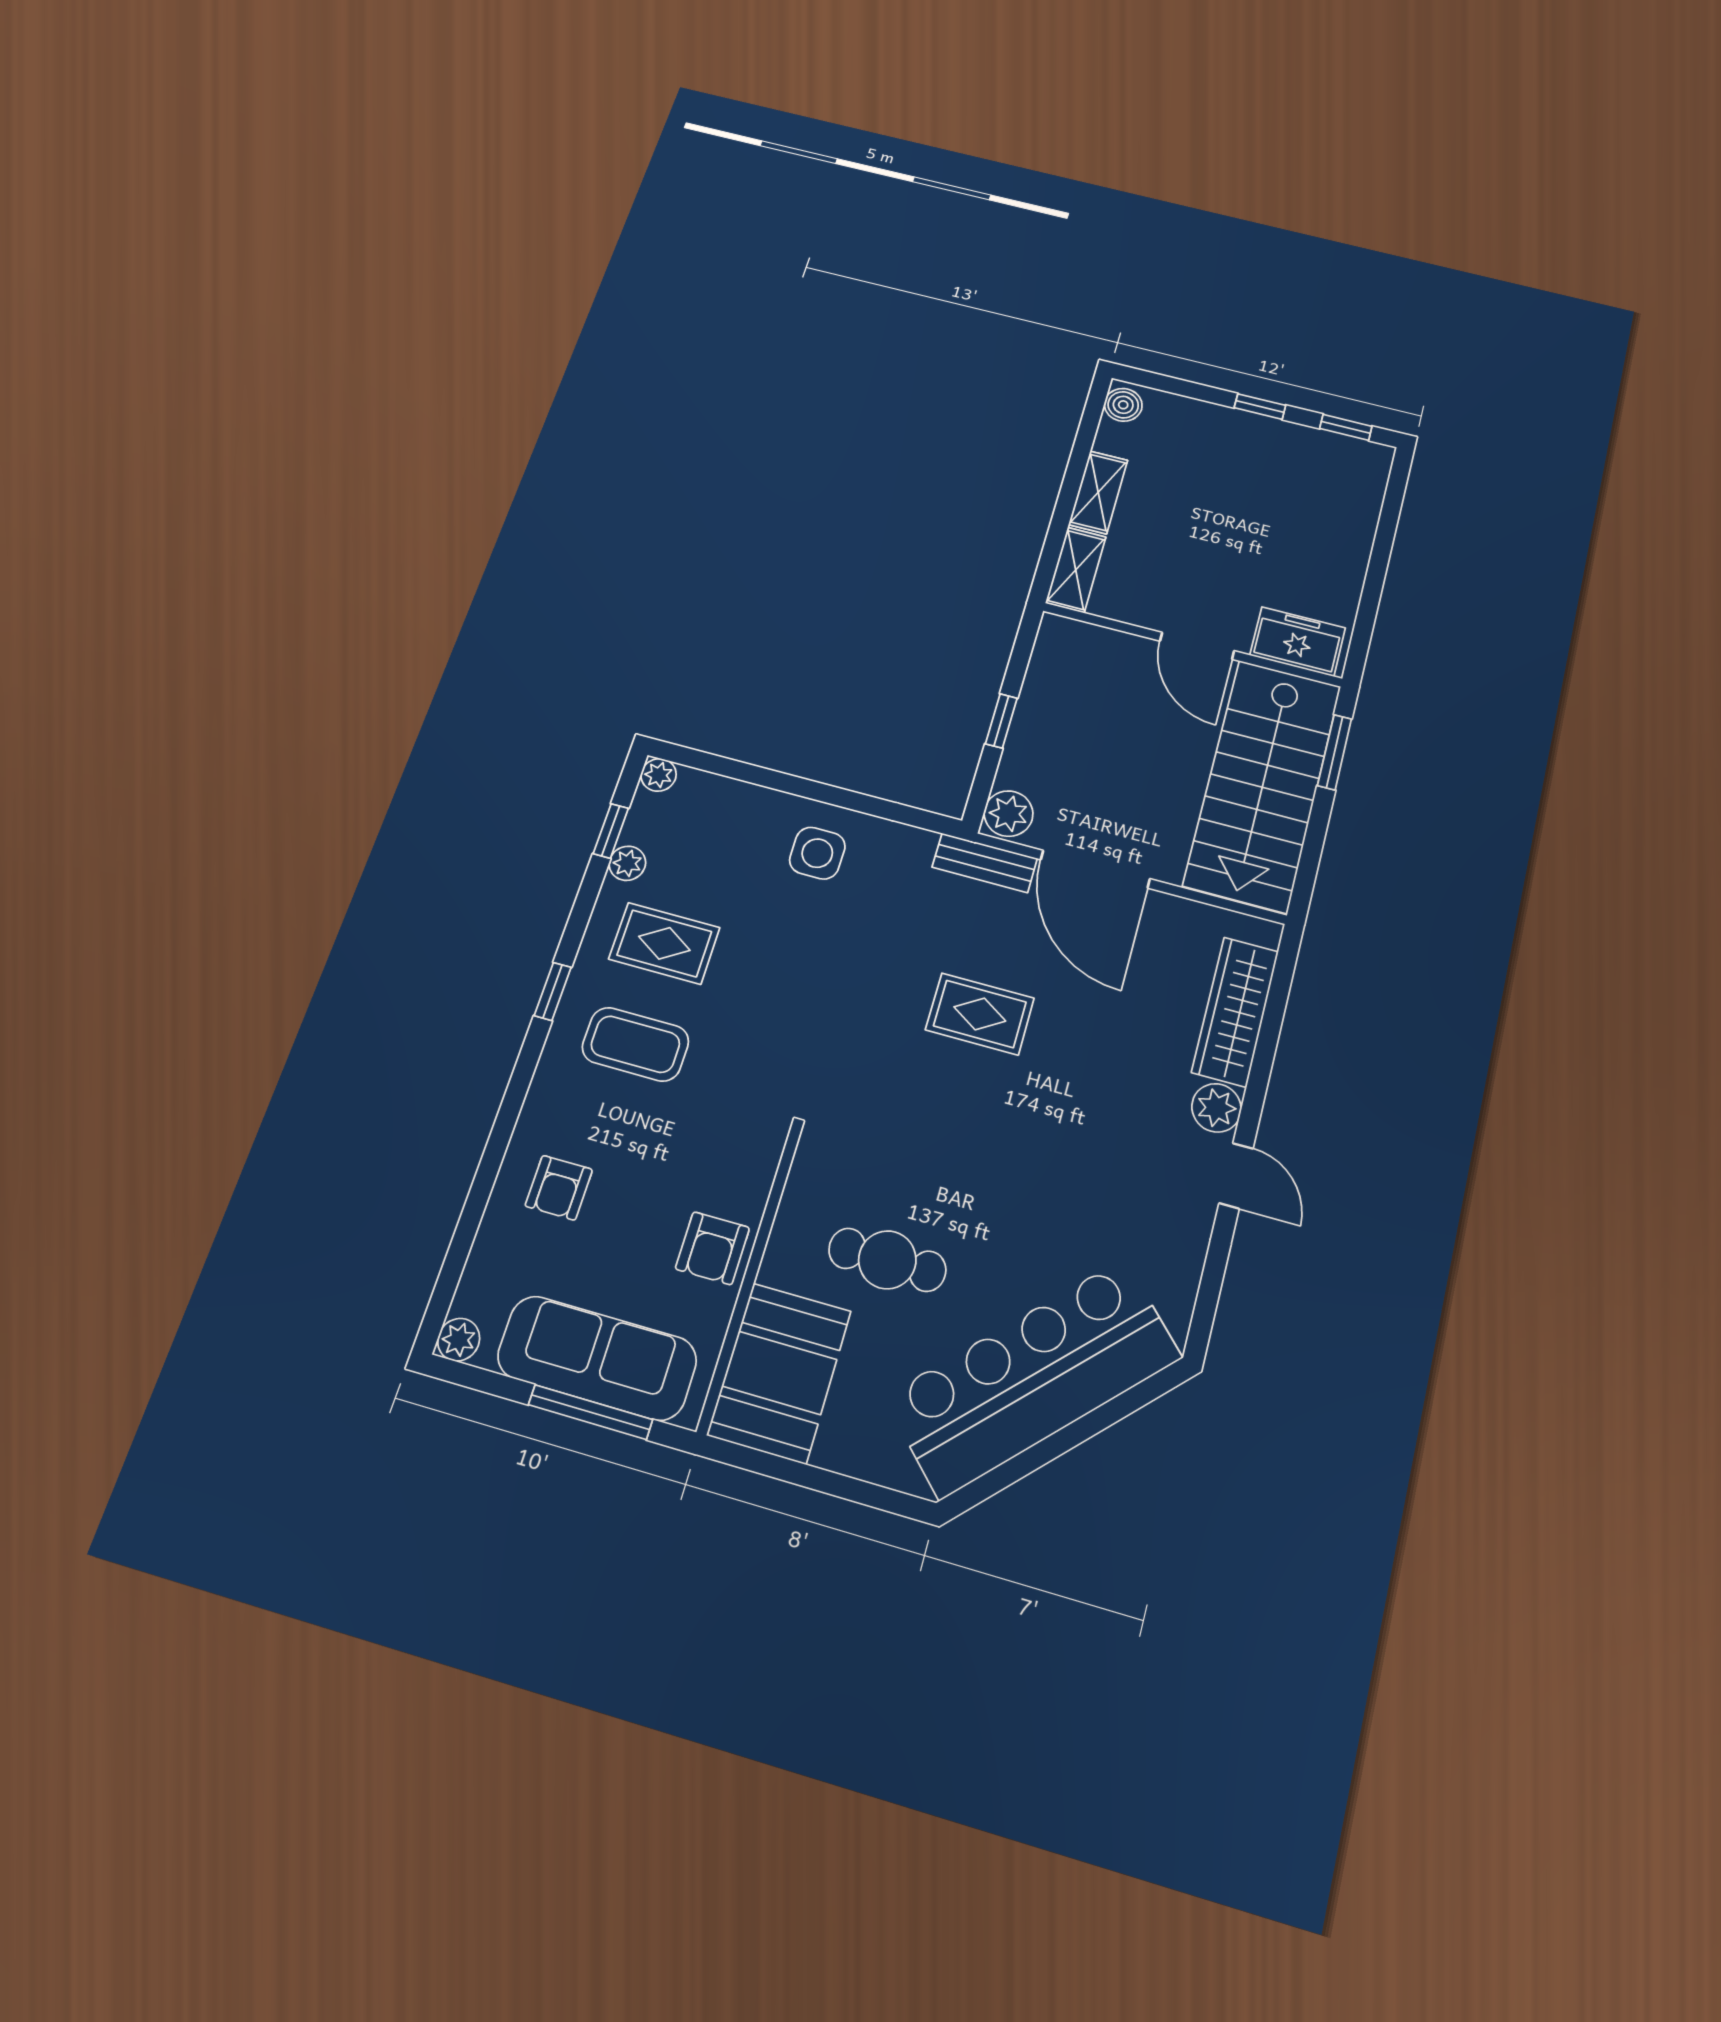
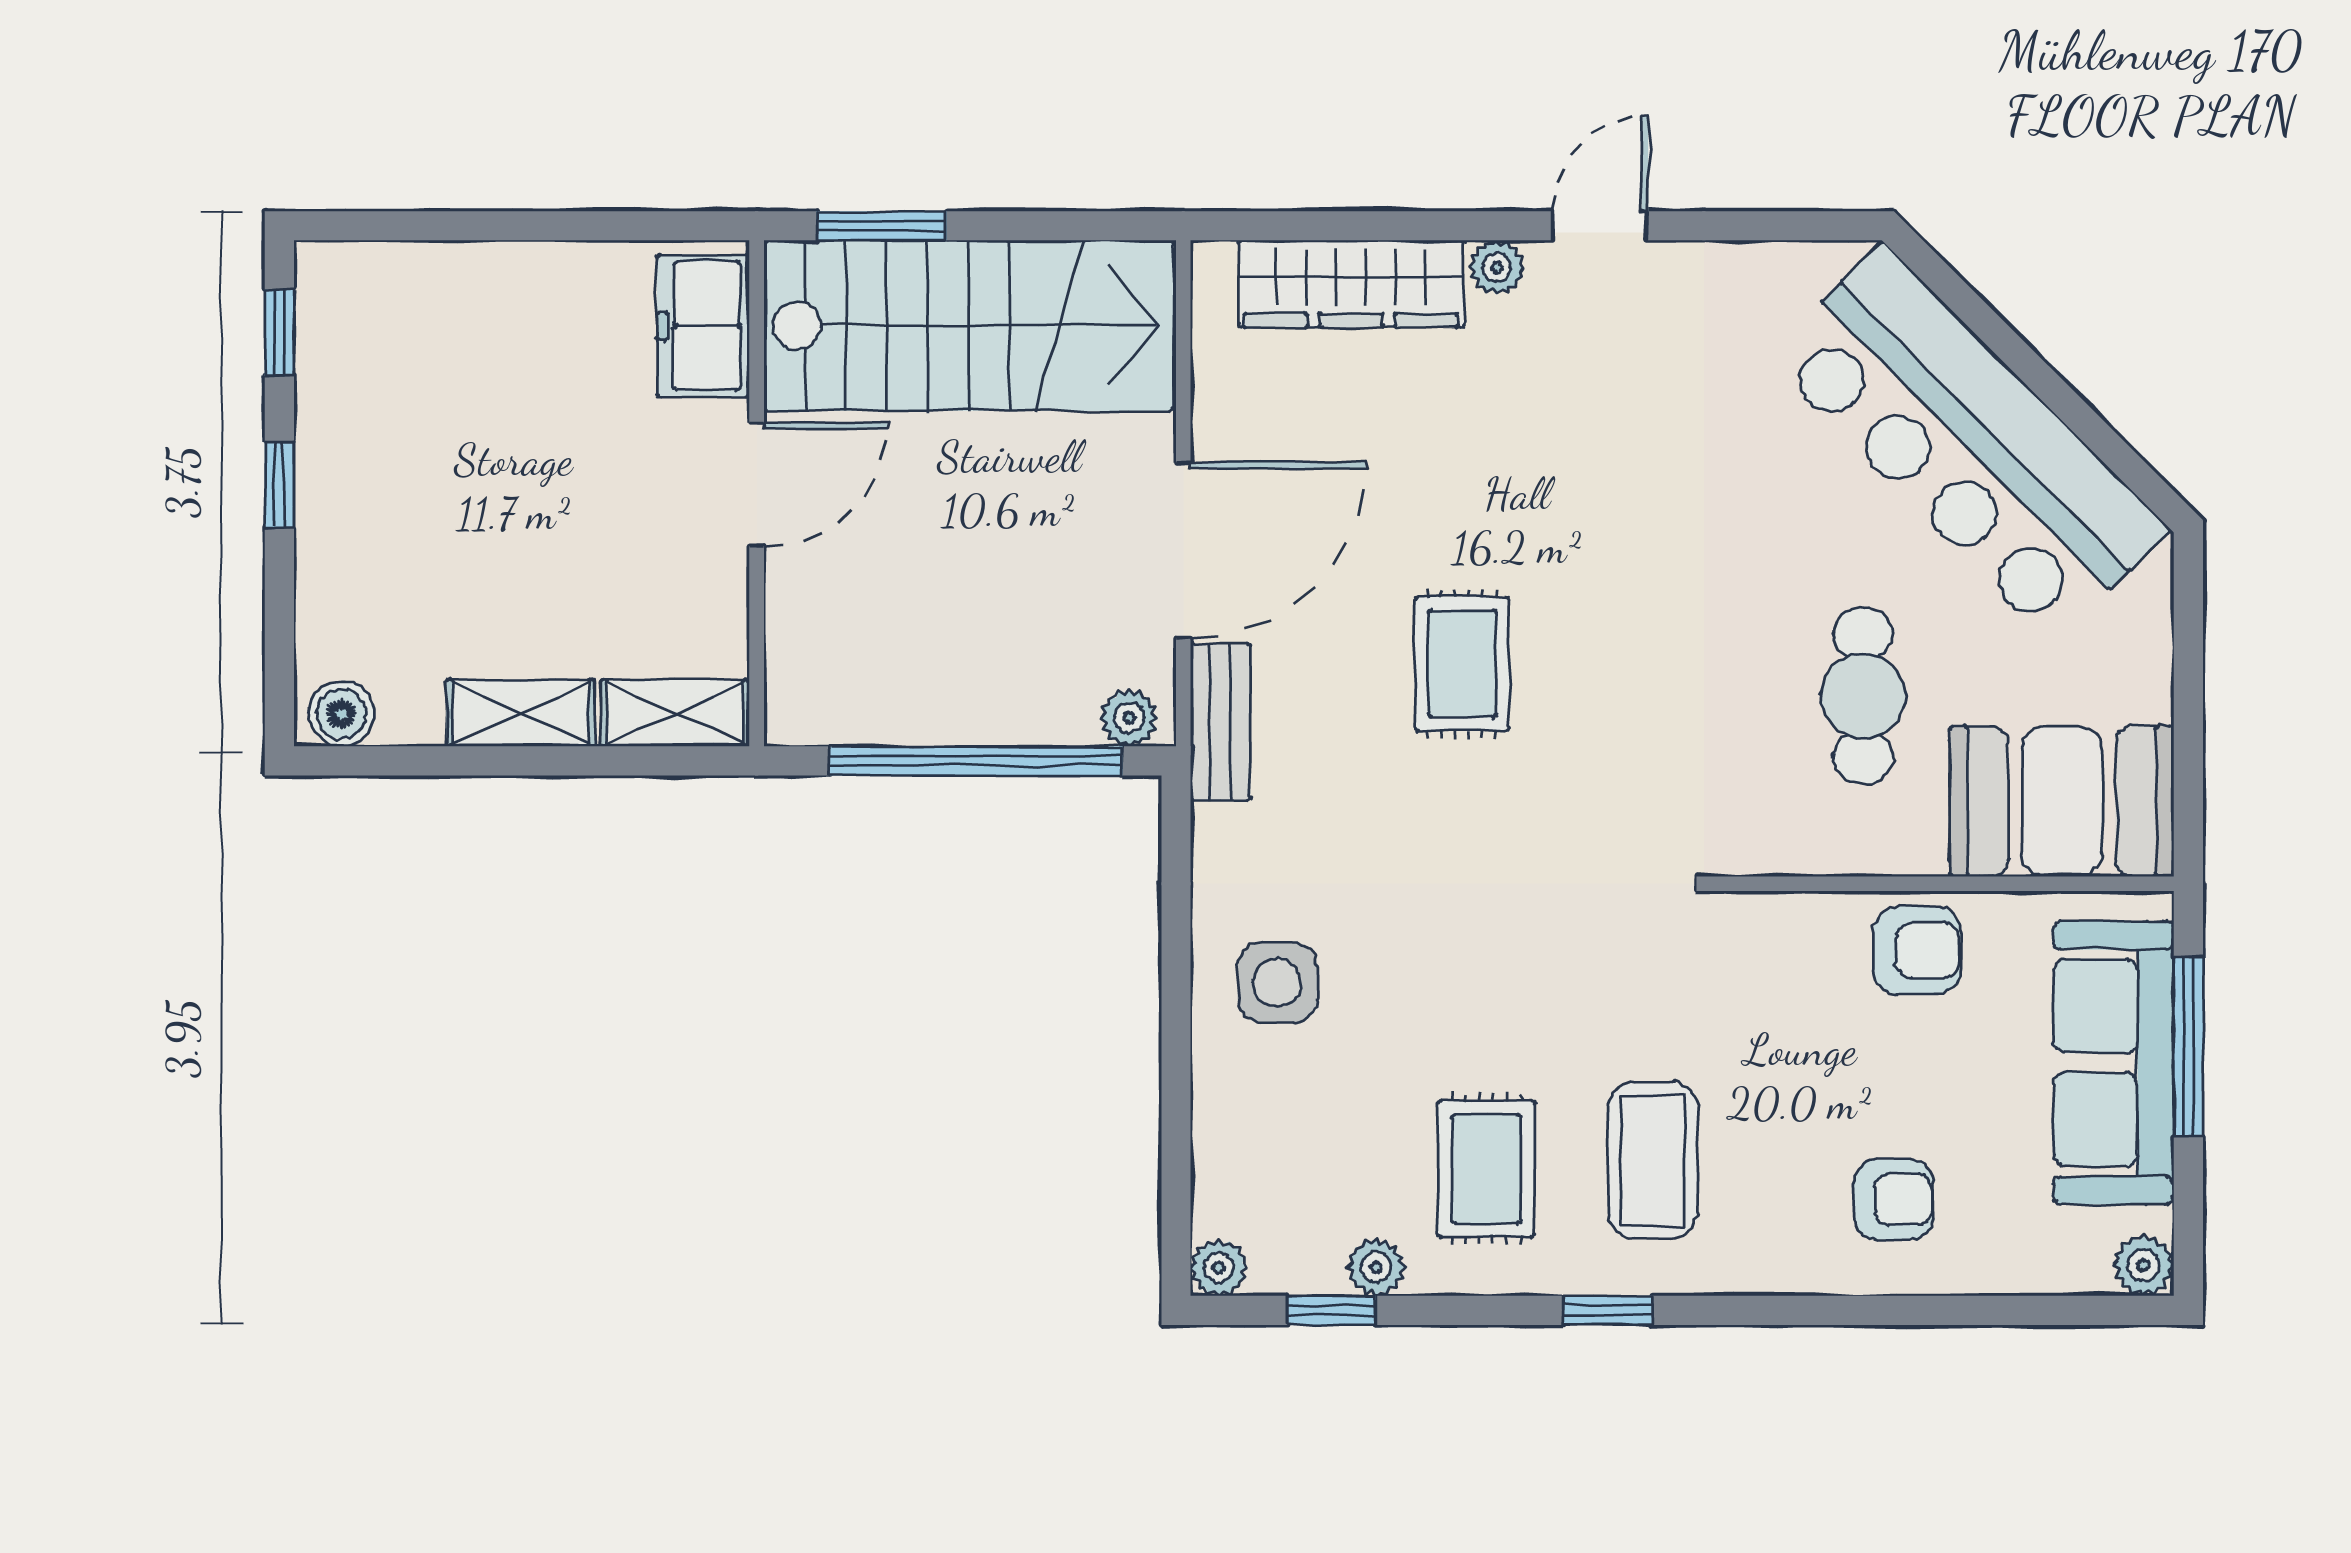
window: (1001, 721) -> (976, 761), width x3.17
plant: (1009, 814) -> (1129, 718), width x0.73, depth x0.73
plant: (1216, 1108) -> (1497, 267), width x0.73, depth x0.73

